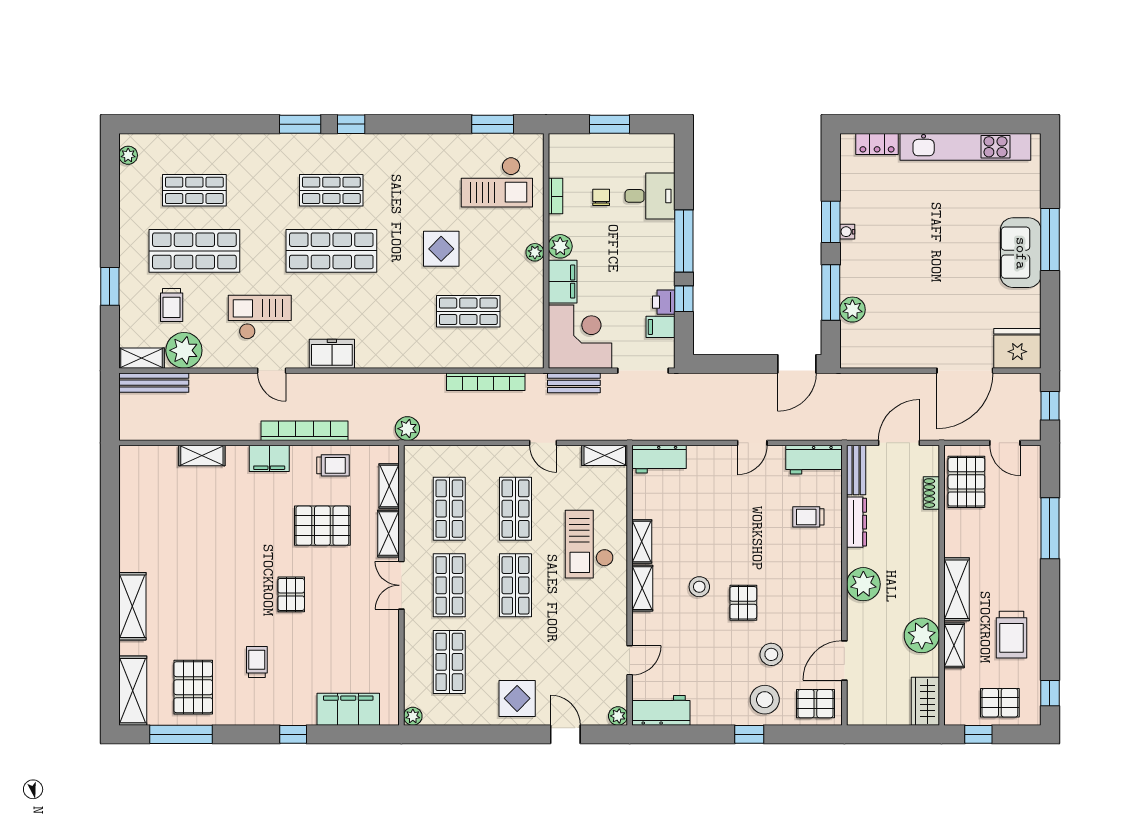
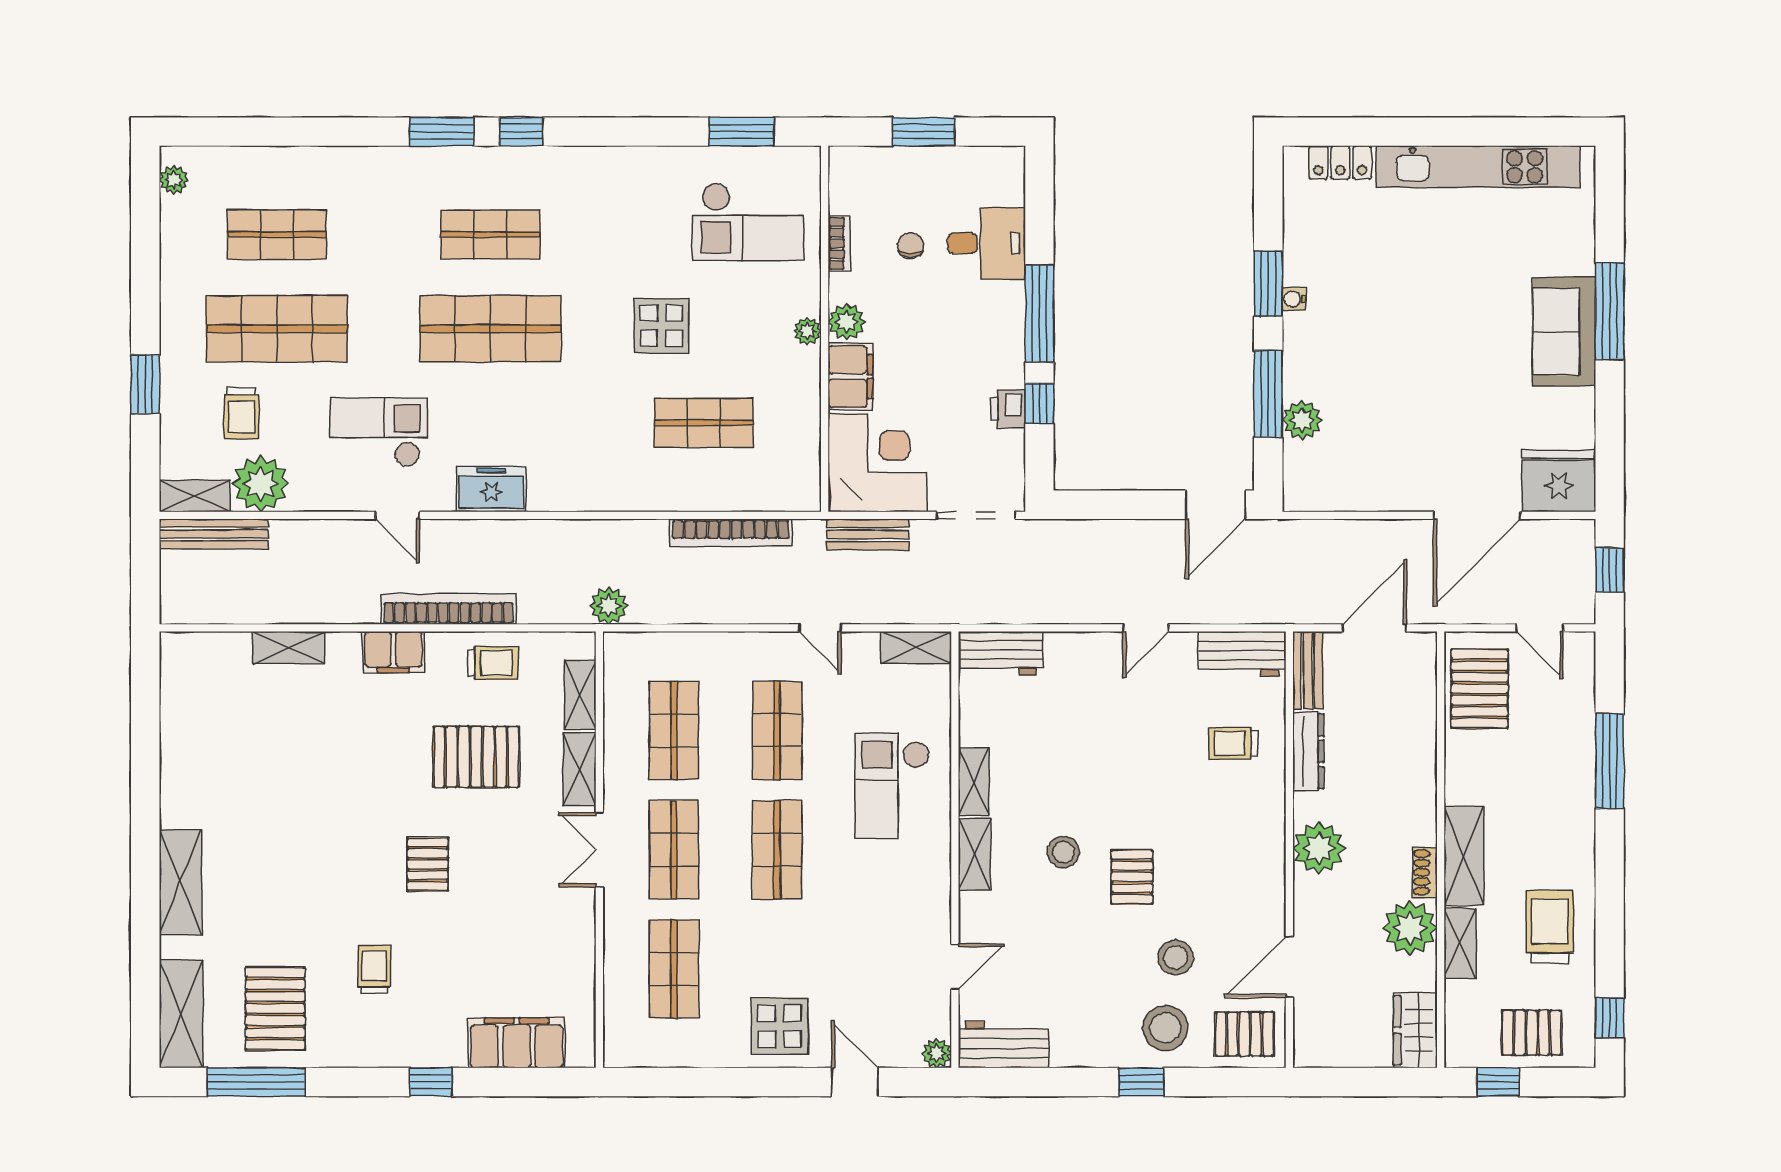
filing cabinet: (660, 327) -> (1003, 447), removed
shoe rack: (931, 493) -> (1425, 872), moved
trolley: (1012, 635) -> (1550, 927), turned 180
plant: (413, 716) -> (617, 1054), removed

